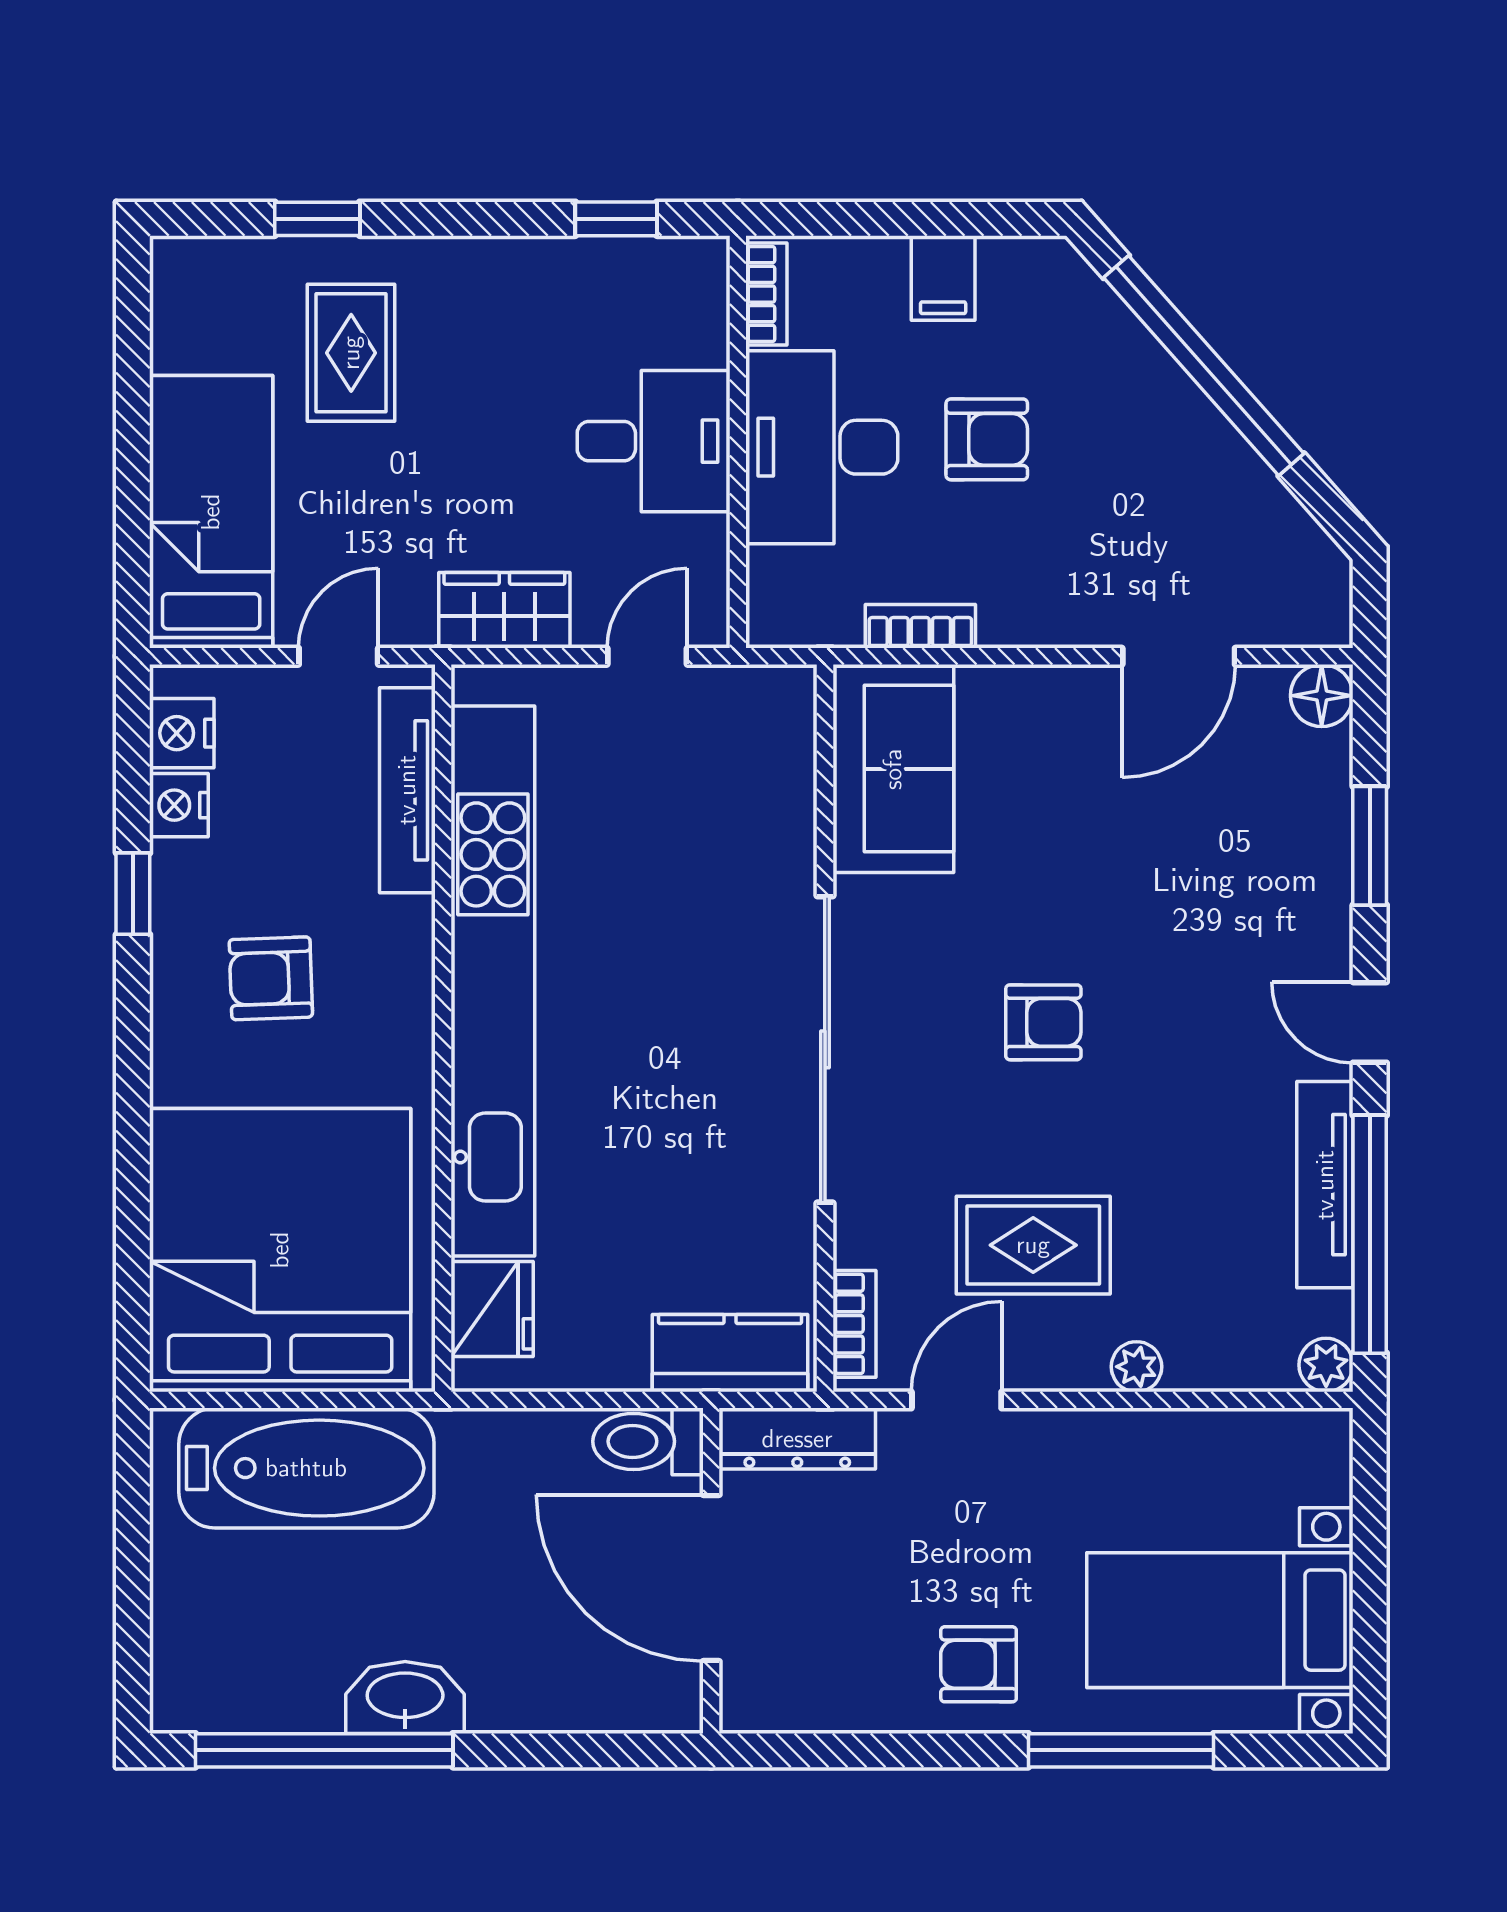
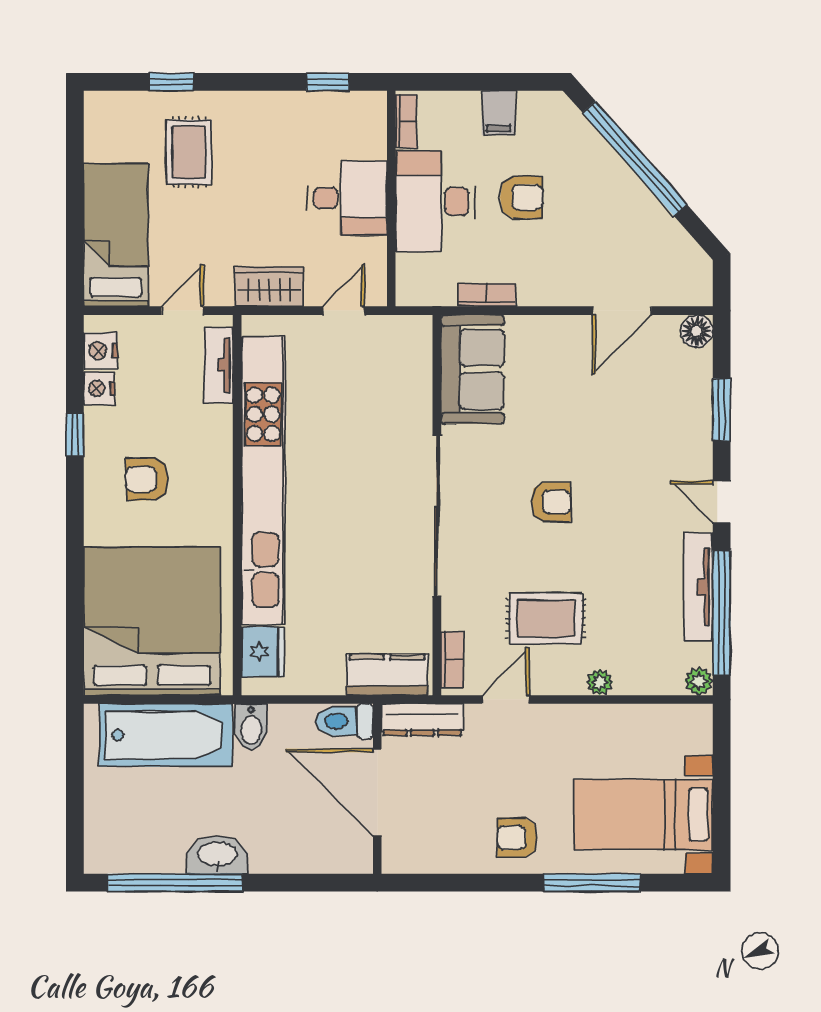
tv unit: (407, 790) -> (218, 365), width x0.71
bidet: (470, 1452) -> (251, 727), added

